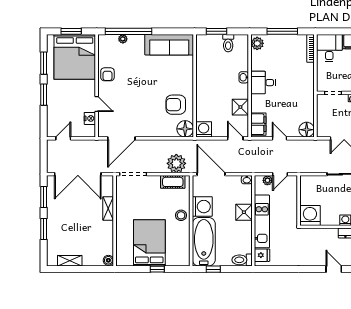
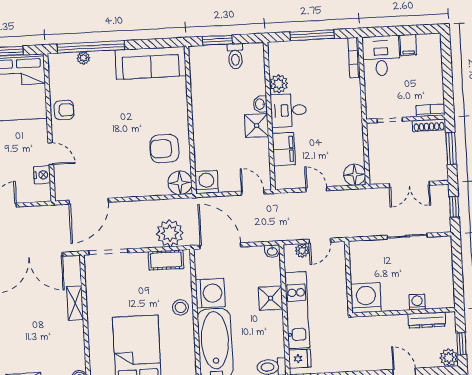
plant: (257, 43) -> (279, 84), moved
armchair: (107, 74) -> (64, 110), turned -90
shower: (240, 107) -> (257, 126), moved
filing cabinet: (258, 124) -> (284, 149), moved

